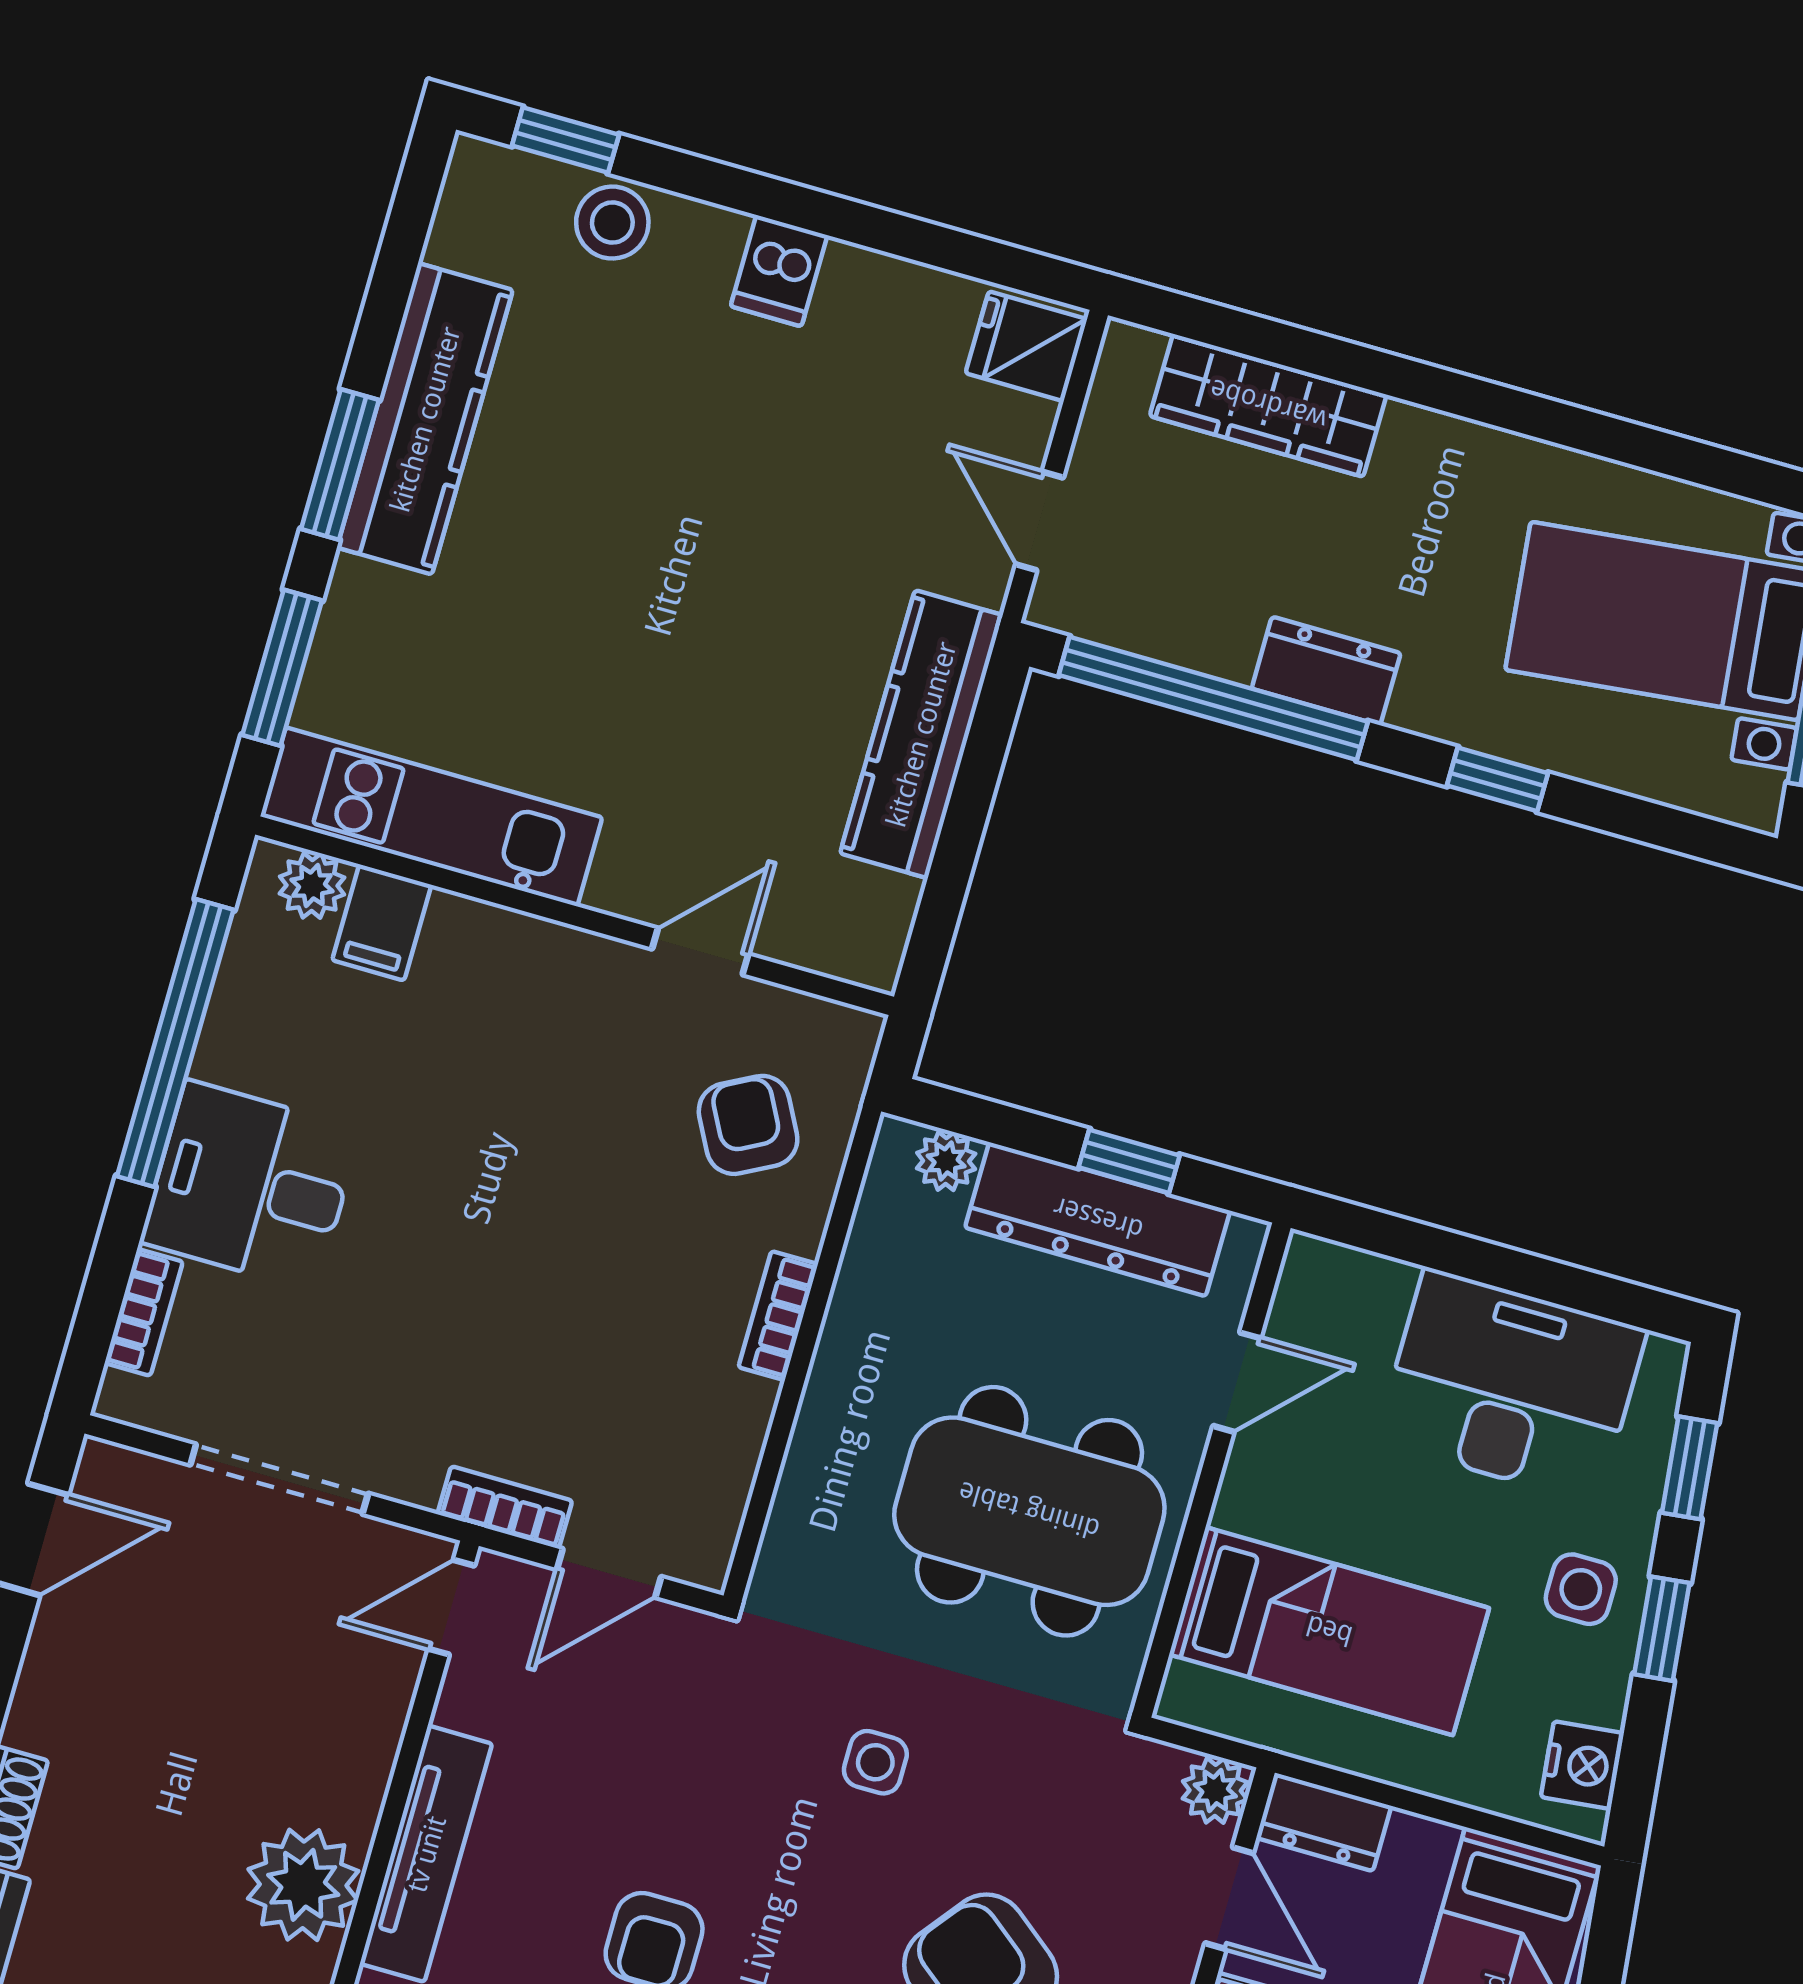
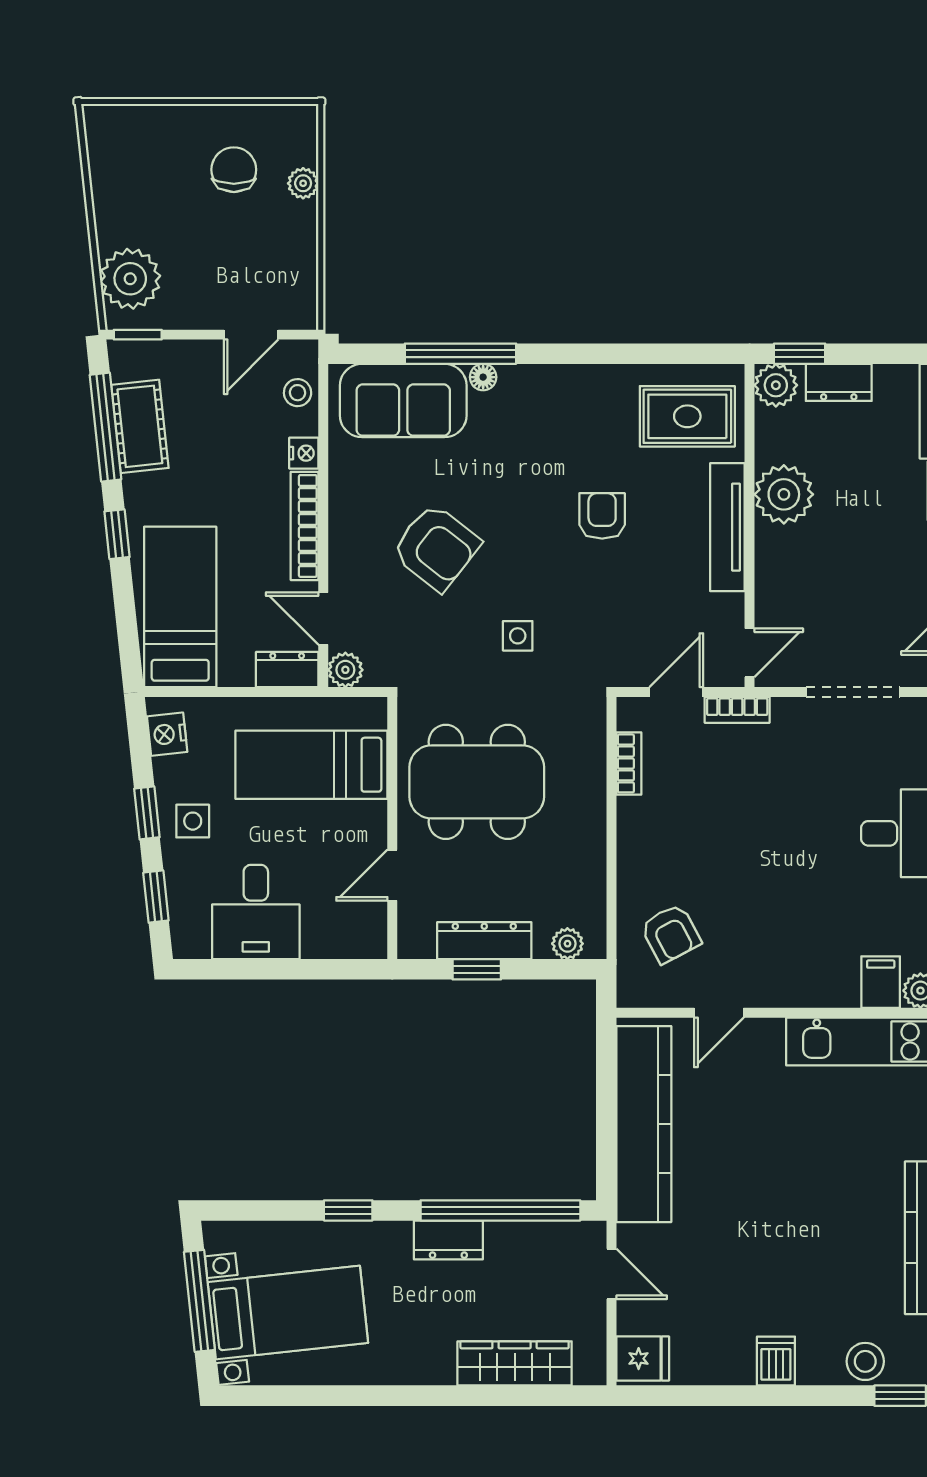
kitchen counter: (921, 734) -> (644, 1124), width x1.39, depth x1.17
dresser: (1098, 1219) -> (484, 941), width x0.73, depth x0.80
bookcase: (778, 1316) -> (629, 763), moved
desk: (1511, 1386) -> (256, 912), width x0.73

